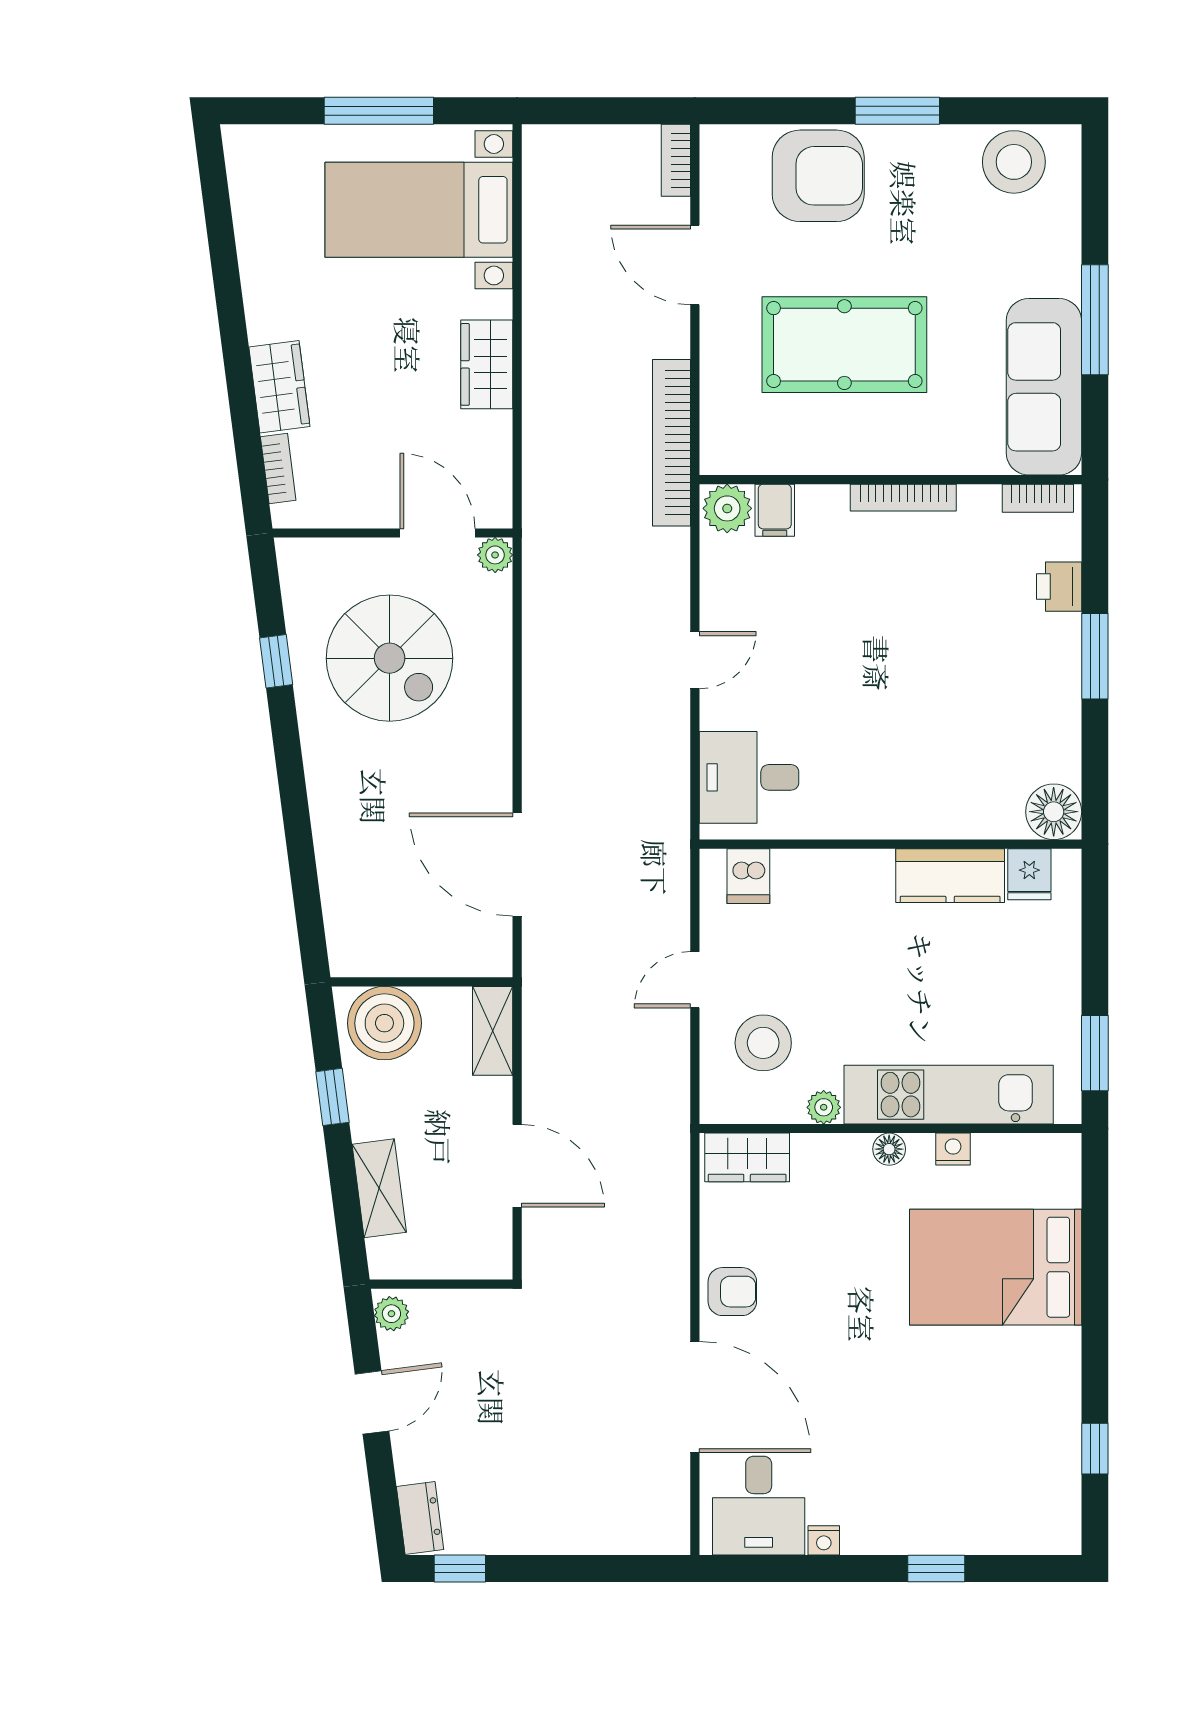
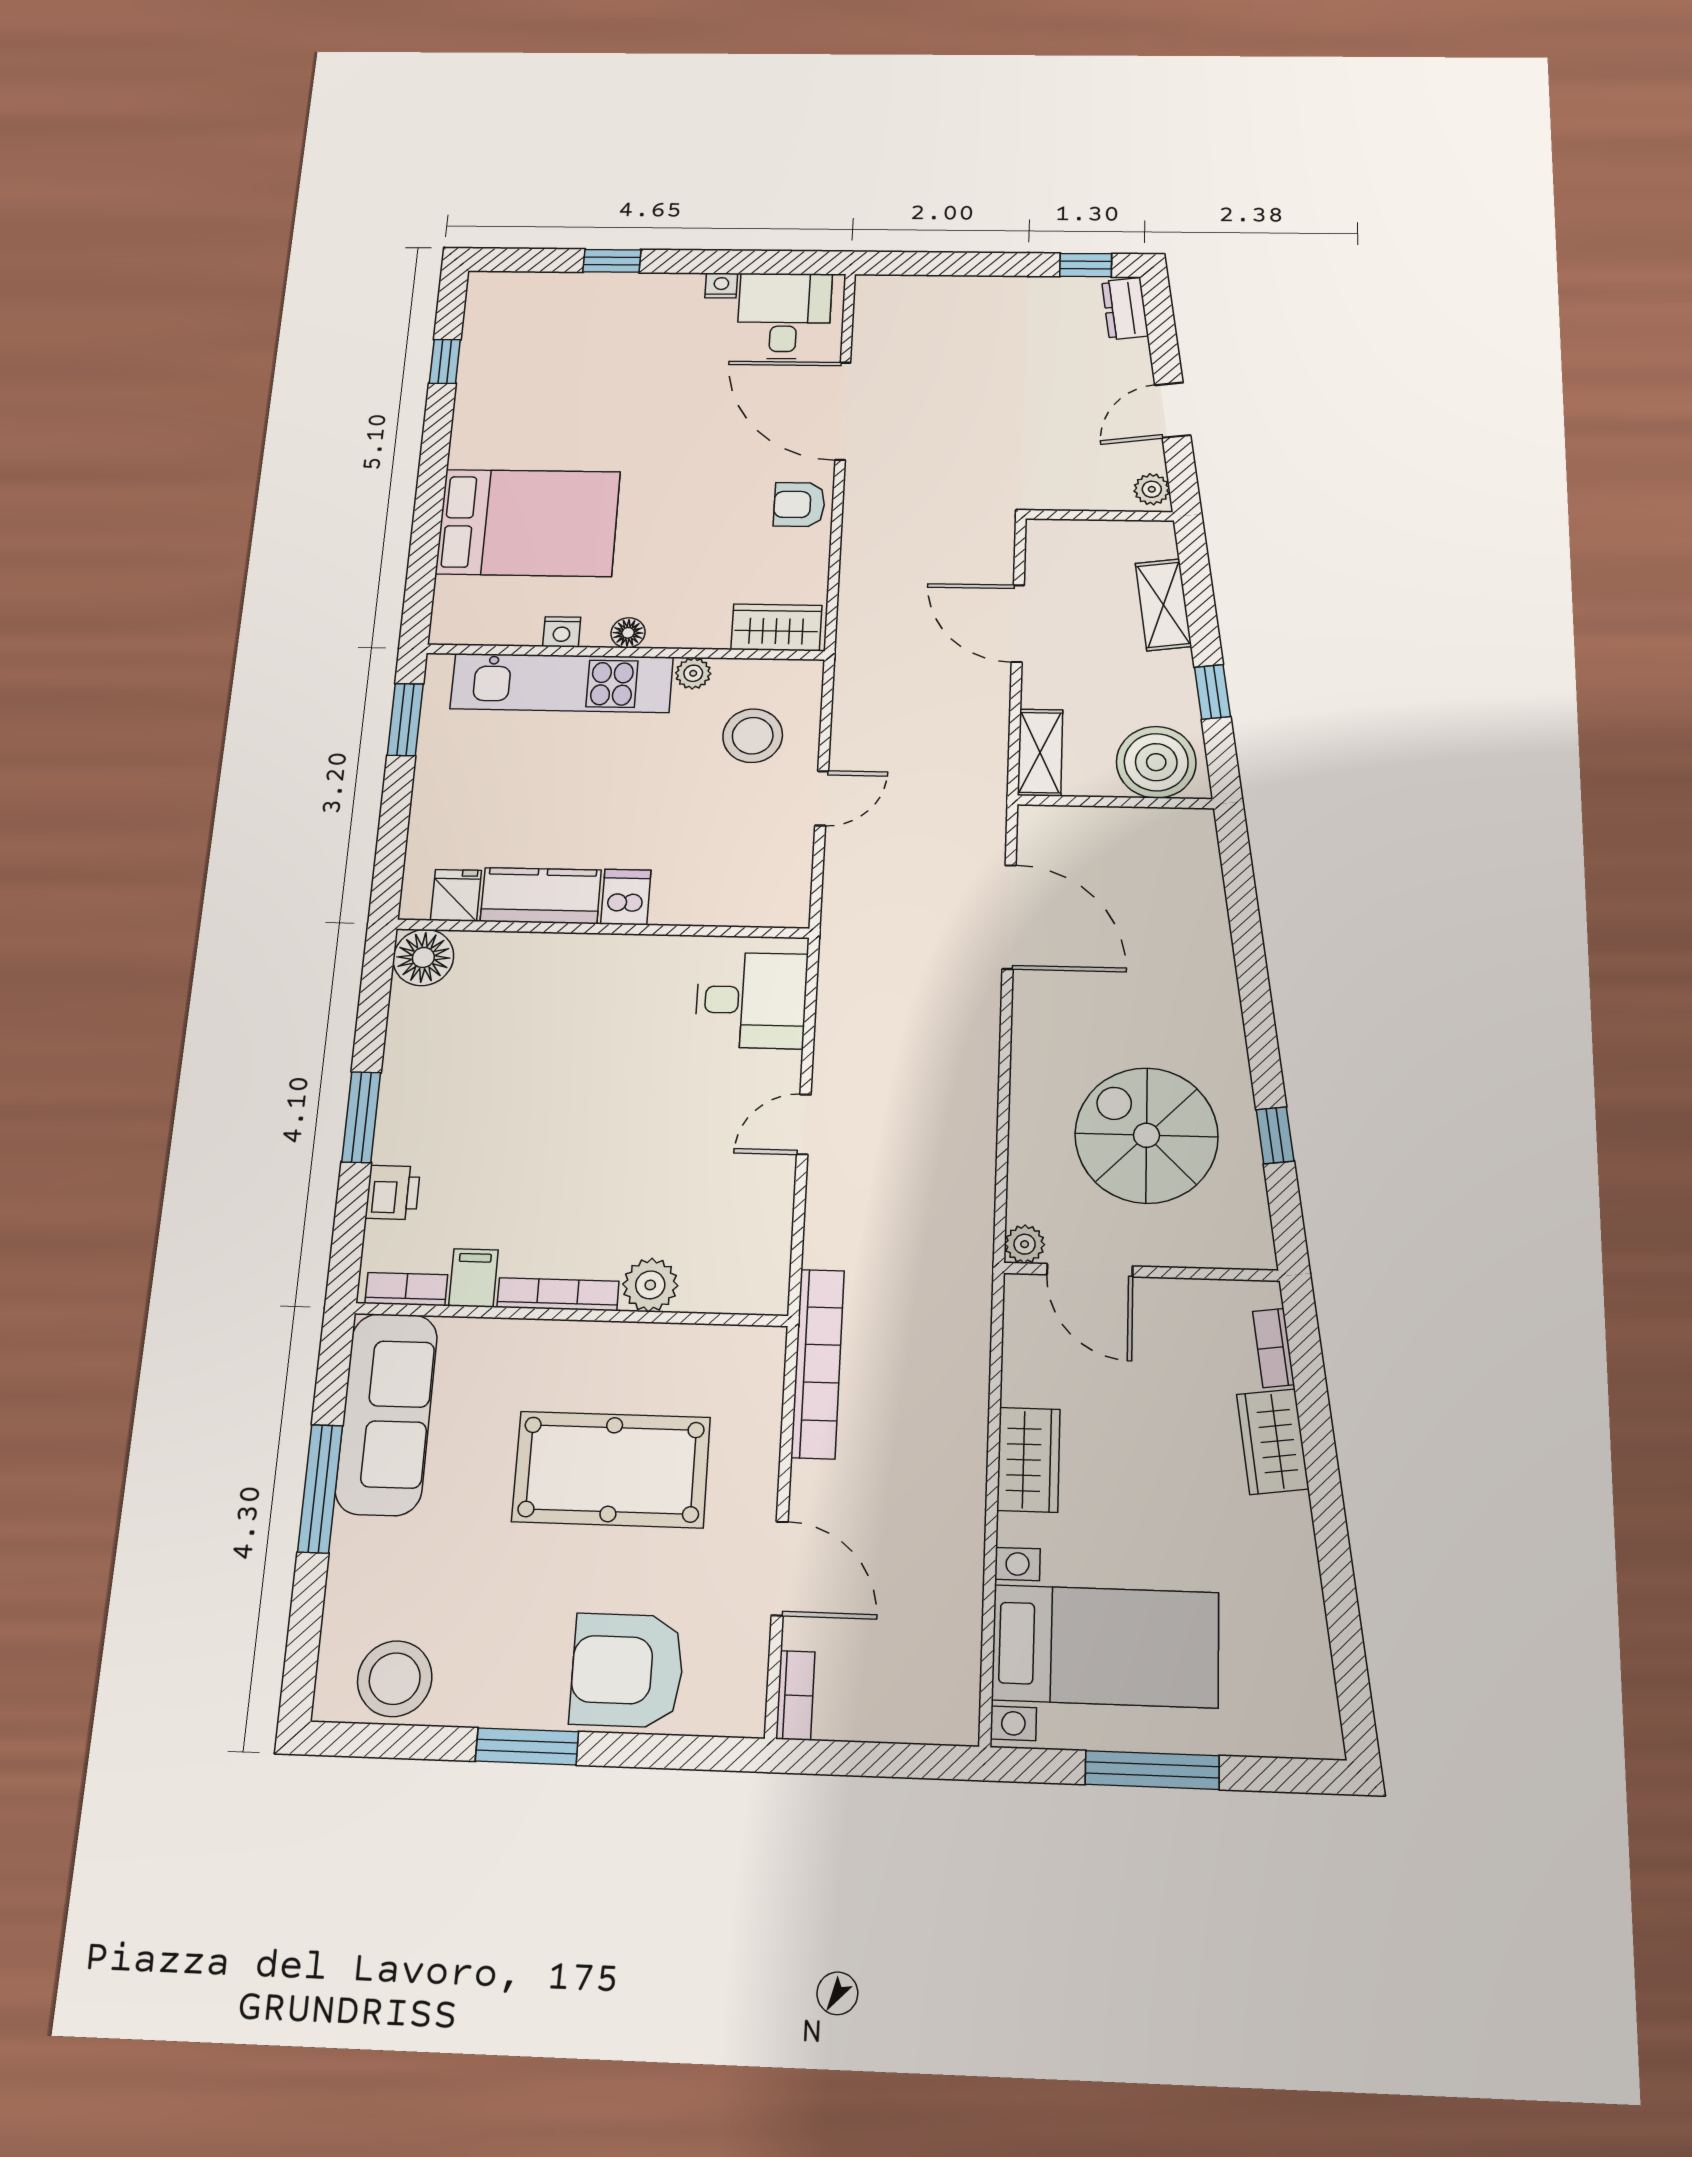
plant: (727, 508) -> (650, 1285), moved
filing cabinet: (775, 510) -> (473, 1278), moved
dishwasher: (748, 876) -> (626, 897), moved

